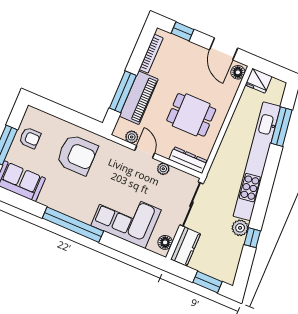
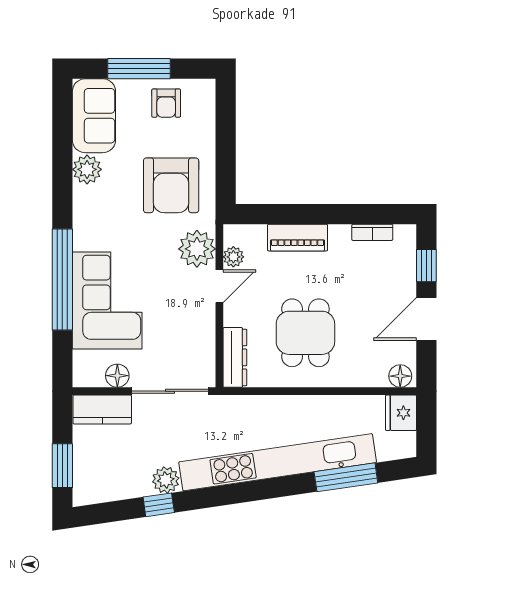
door: (224, 49) -> (426, 319), moved
bookcase: (151, 54) -> (372, 232), width x0.64
window: (123, 92) -> (296, 214), removed
piano: (139, 98) -> (298, 238), width x0.73, depth x0.75
plant: (163, 169) -> (197, 249), moved, width x1.88, depth x1.88
plant: (48, 198) -> (87, 169), added
window: (73, 225) -> (62, 279), moved
floor lamp: (165, 242) -> (117, 376), moved

